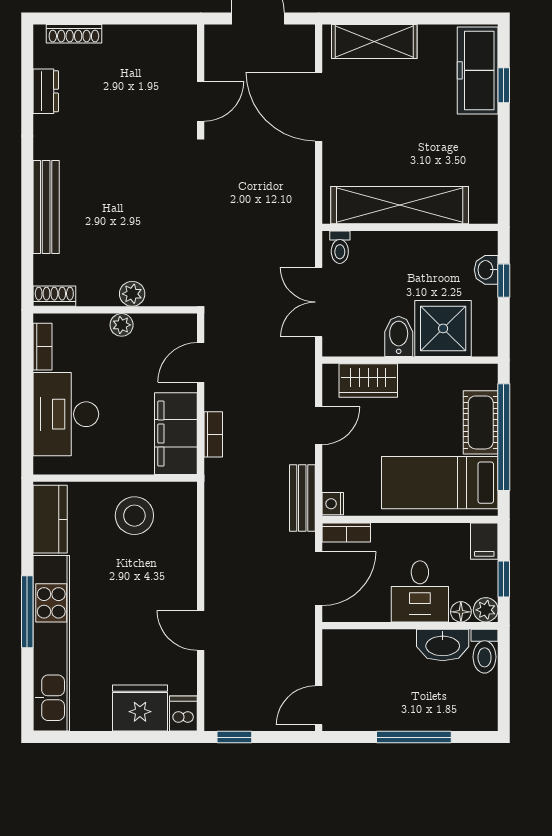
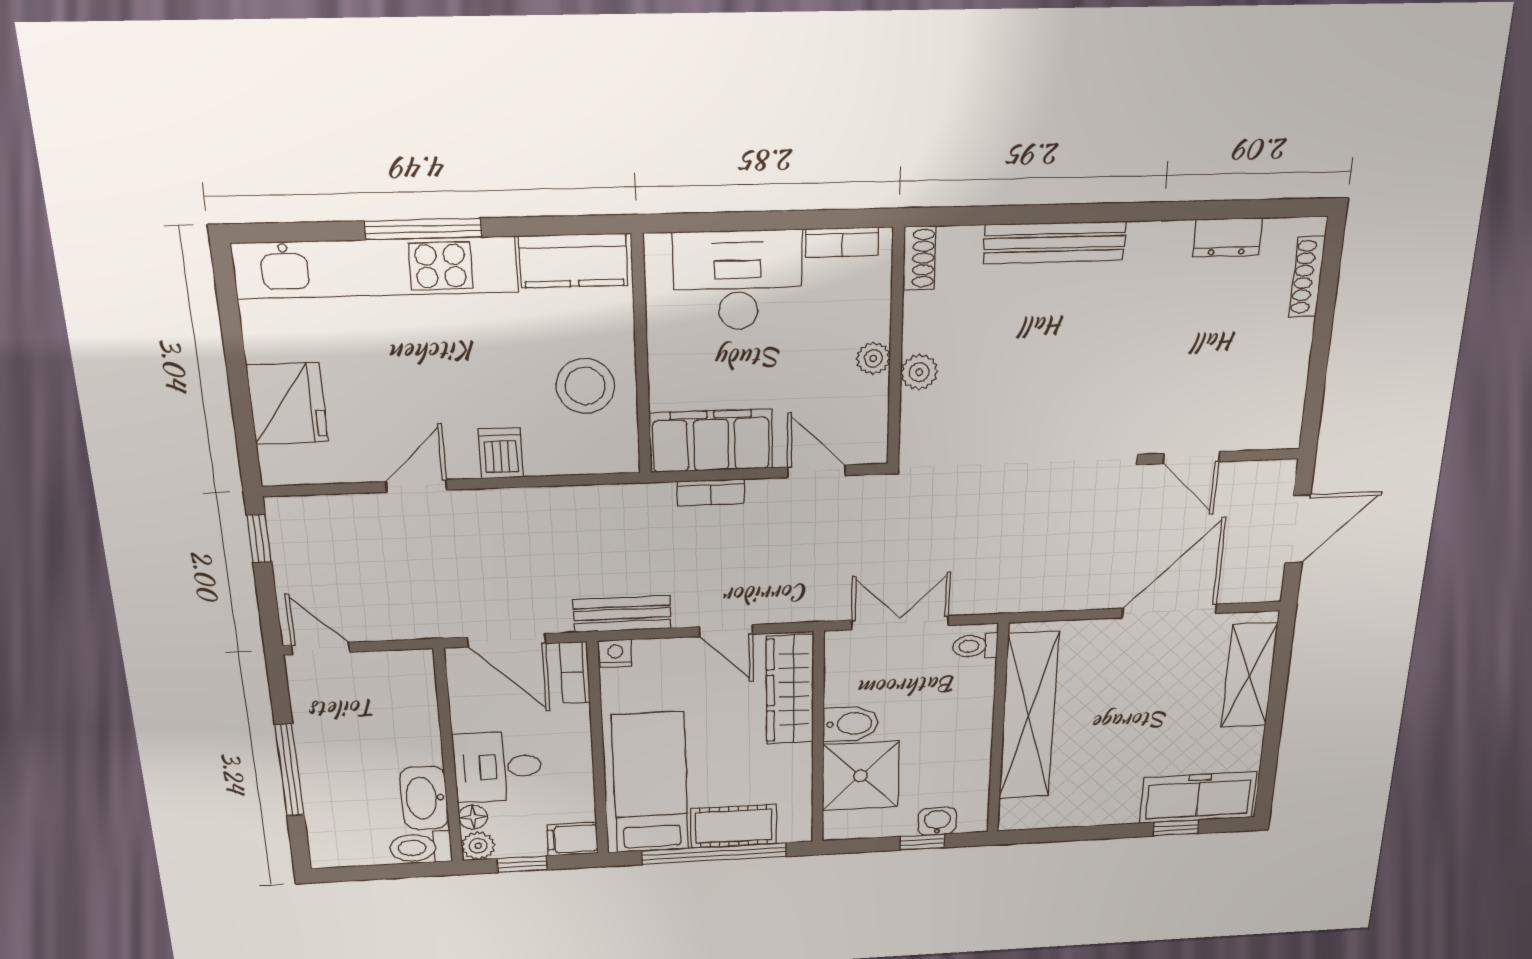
wardrobe: (368, 381) -> (790, 690), width x1.50
dishwasher: (183, 713) -> (501, 453), moved, turned -90

